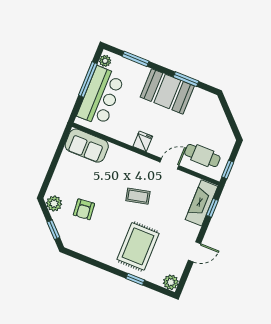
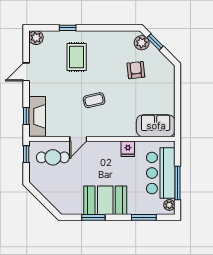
fridge: (143, 141) -> (128, 149), moved
plant: (54, 204) -> (142, 43), moved
rug: (138, 246) -> (77, 57), width x0.73, depth x0.70

